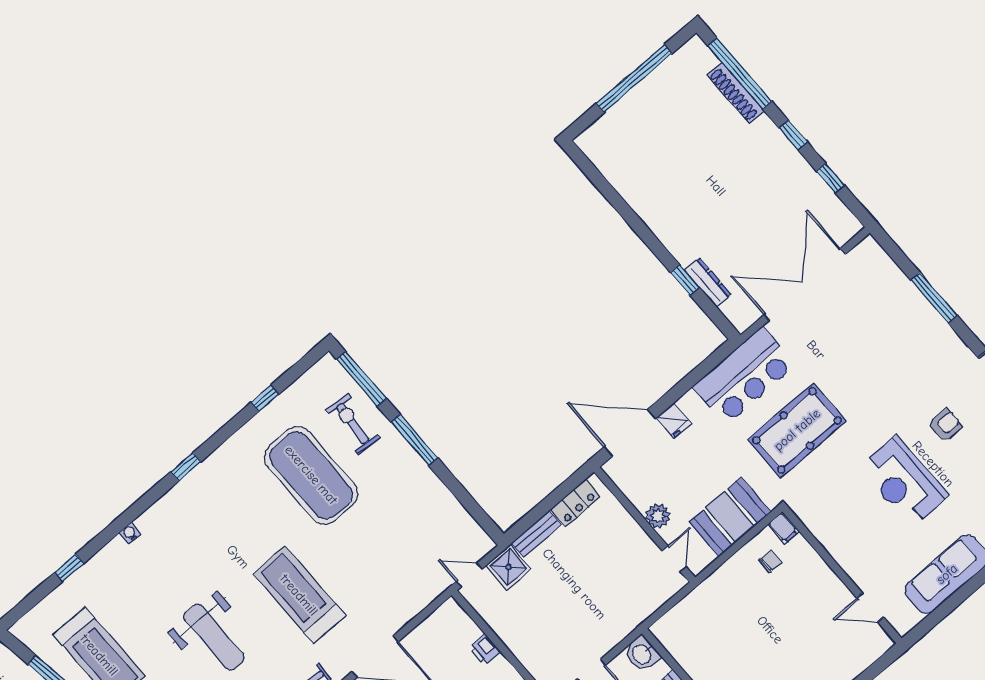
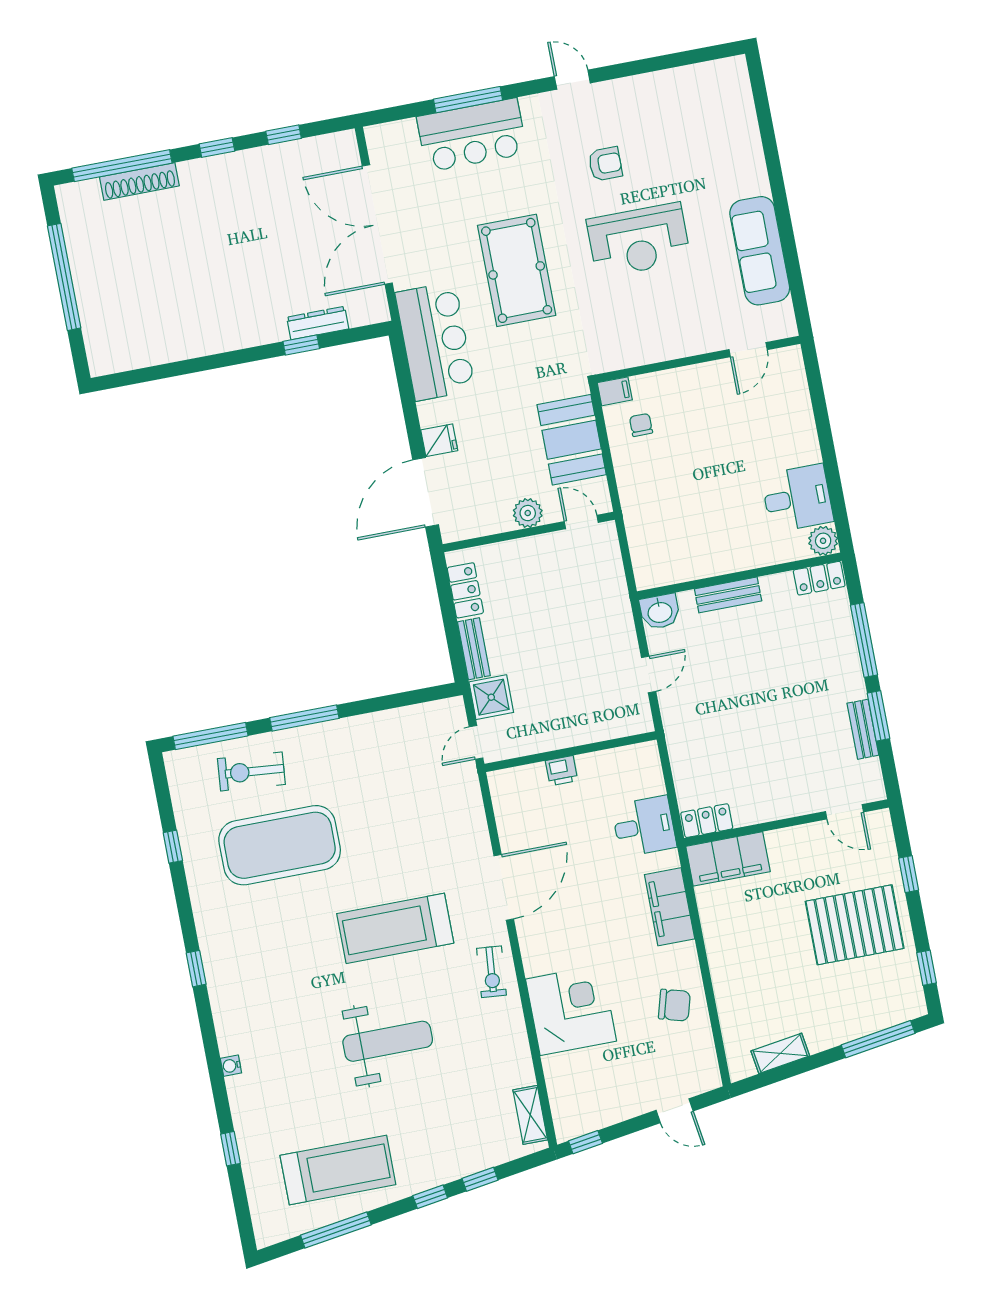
bar counter: (910, 316) -> (472, 135), added
armchair: (945, 425) -> (605, 164), turned 90
pool table: (797, 430) -> (517, 270), moved

